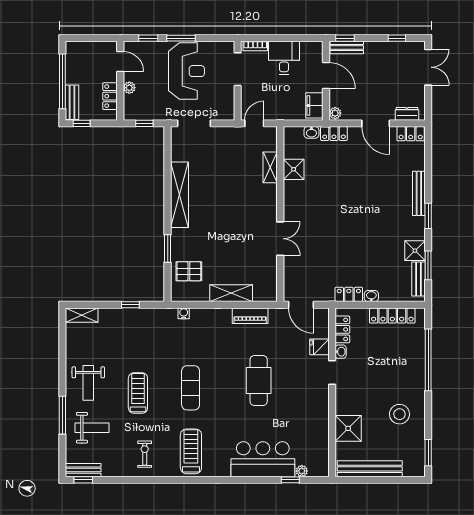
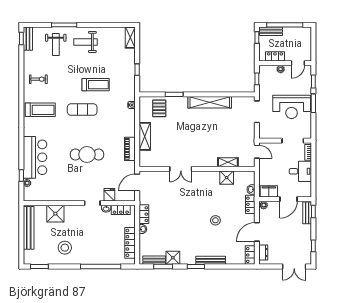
stool: (358, 186) -> (215, 220), added
treadmill: (138, 393) -> (96, 85), moved

